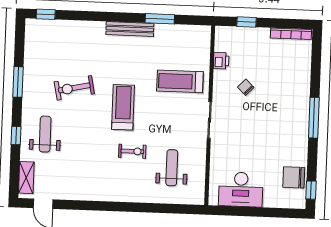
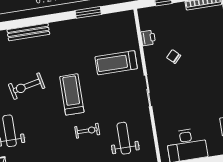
bench: (130, 29) -> (28, 32), moved

